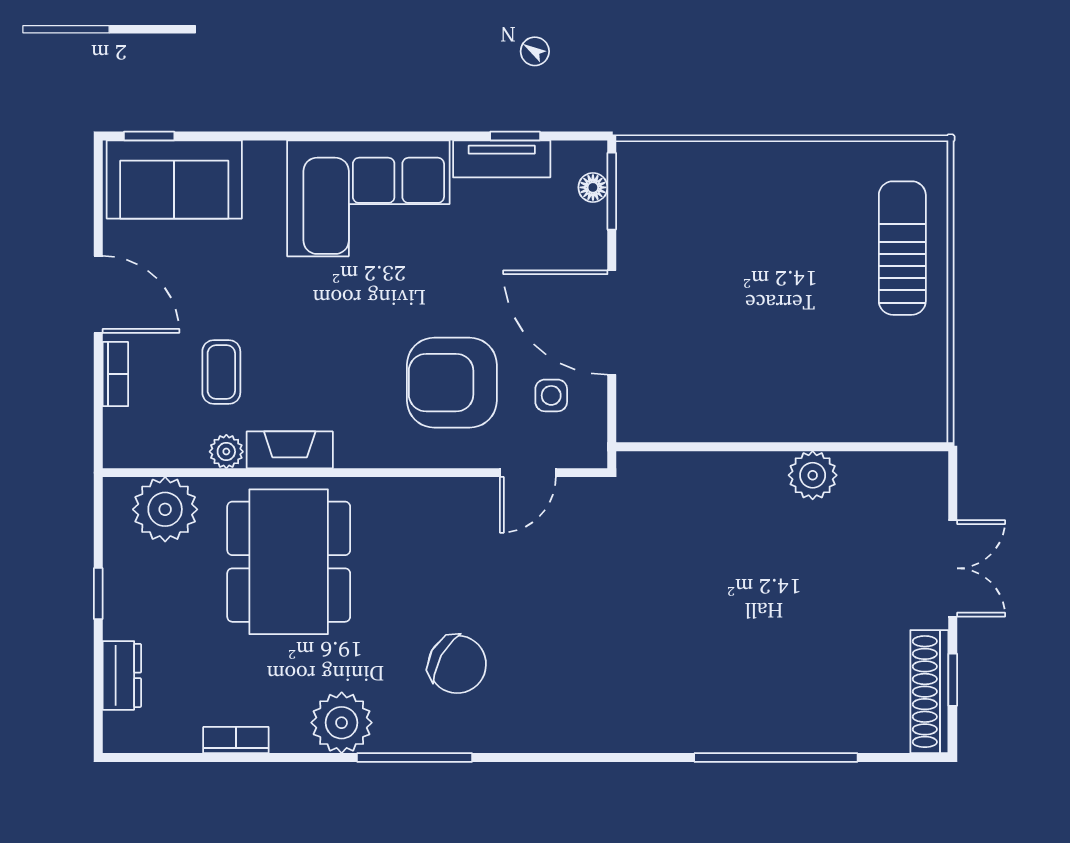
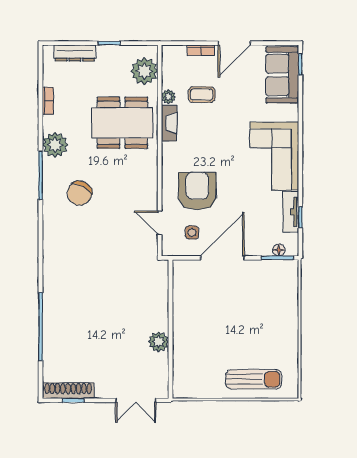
double door: (953, 568) -> (136, 400), moved
dresser: (122, 675) -> (75, 53), width x1.44

